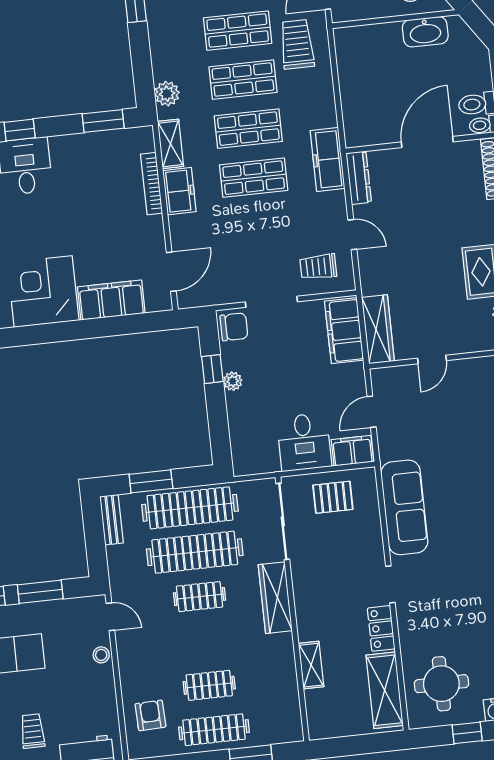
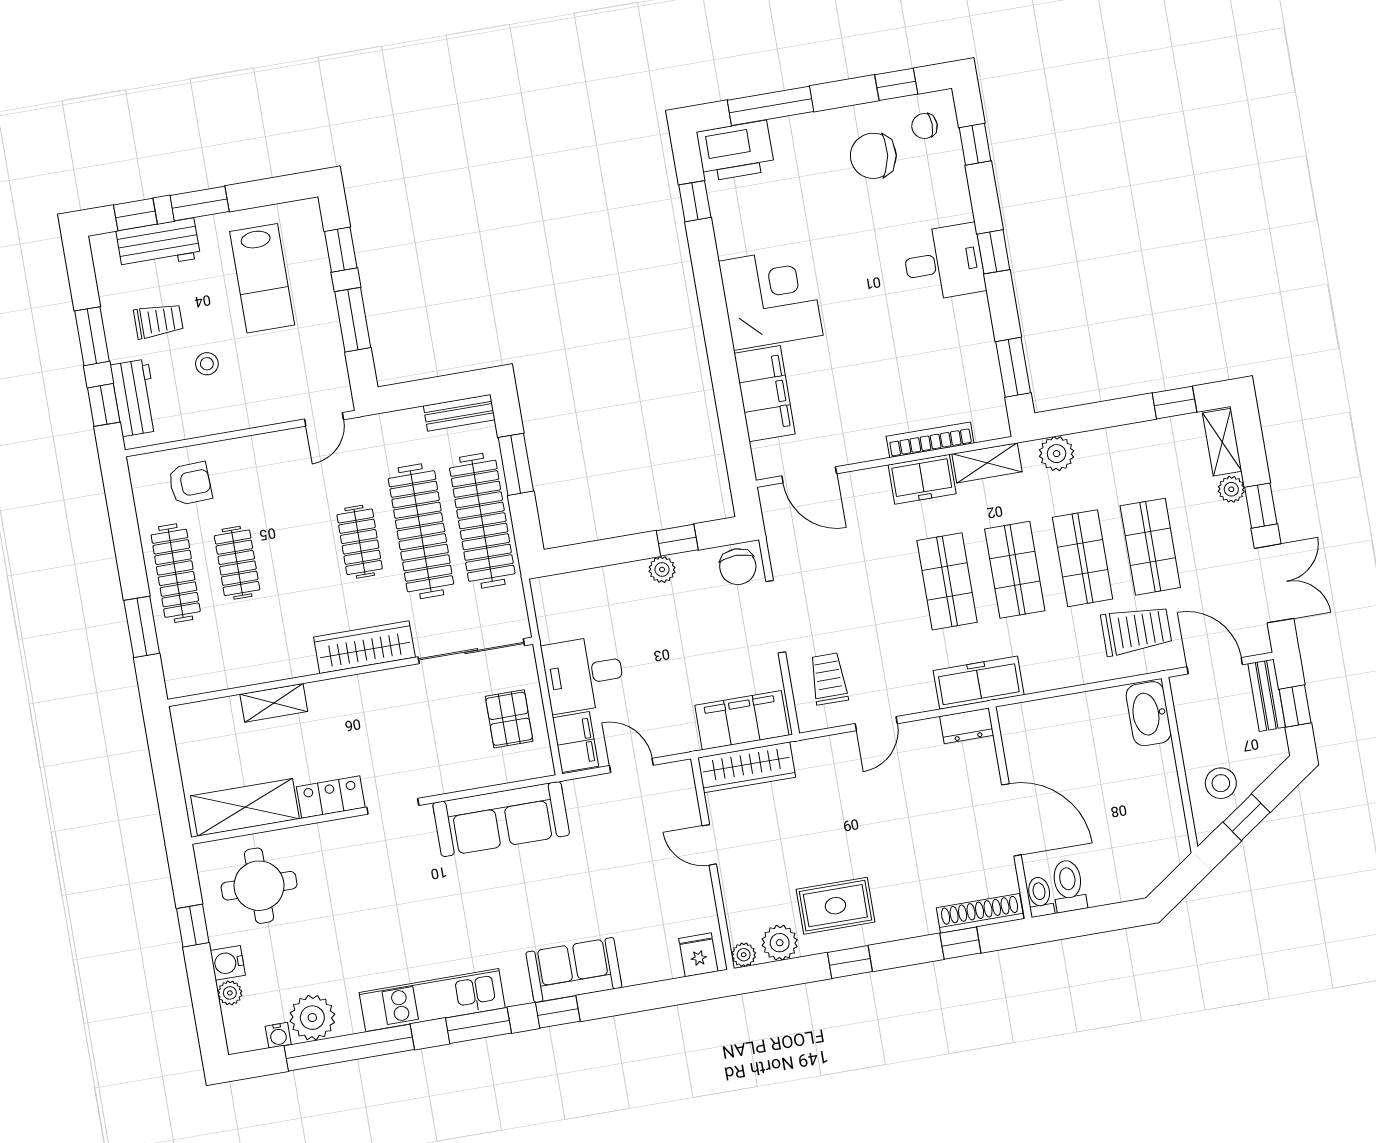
washbasin: (425, 32) -> (1149, 714), moved
dresser: (359, 178) -> (967, 726), width x0.70
stool: (101, 655) -> (207, 364), moved

